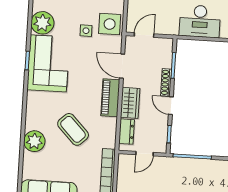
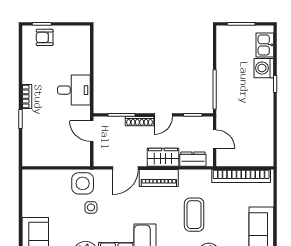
desk: (200, 21) -> (74, 90), width x0.73
door: (144, 35) -> (92, 131), moved
coffee table: (73, 129) -> (194, 215), turned -46

